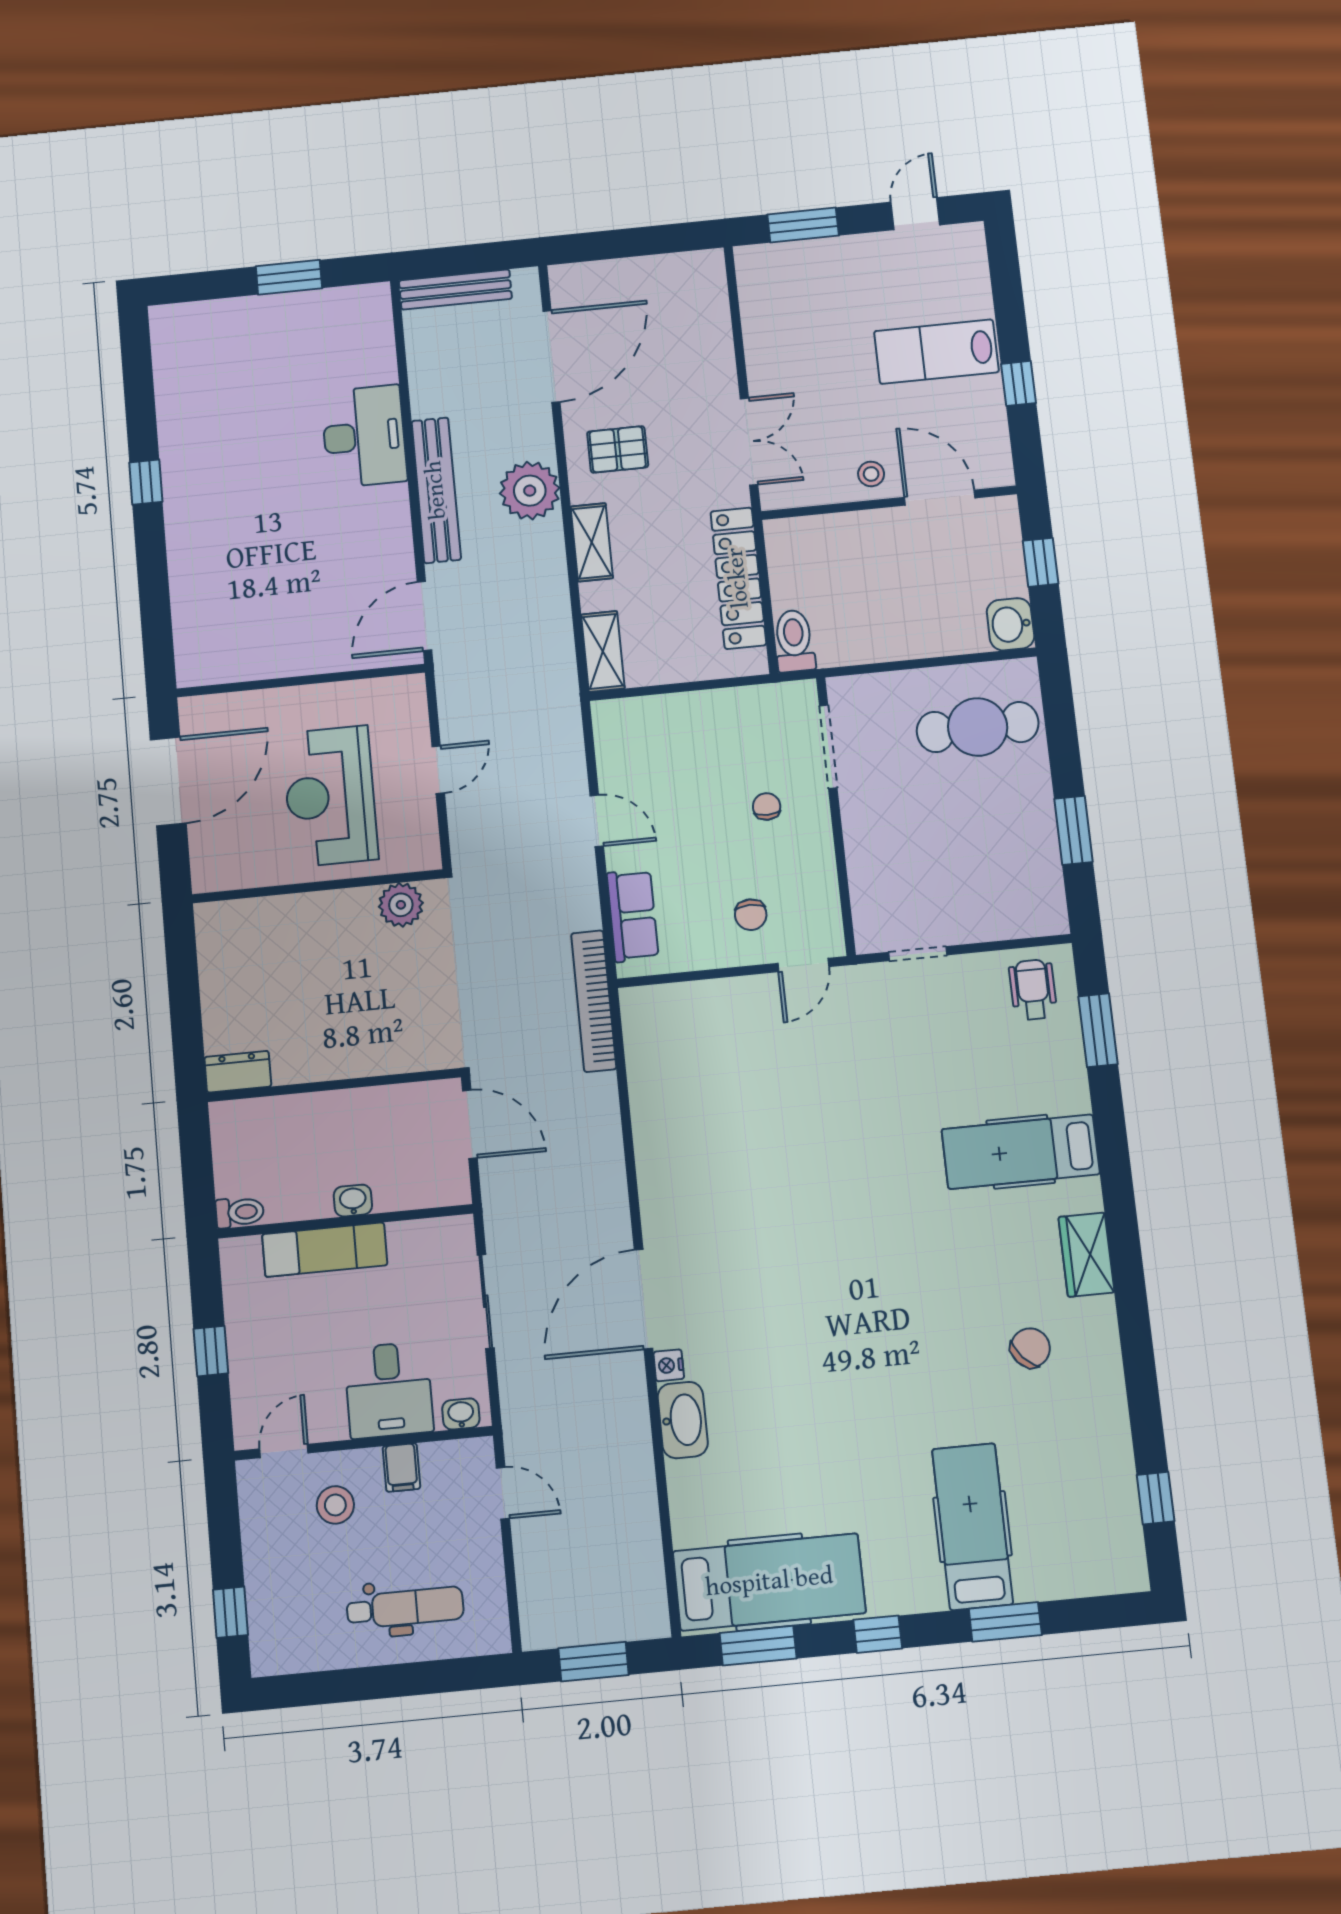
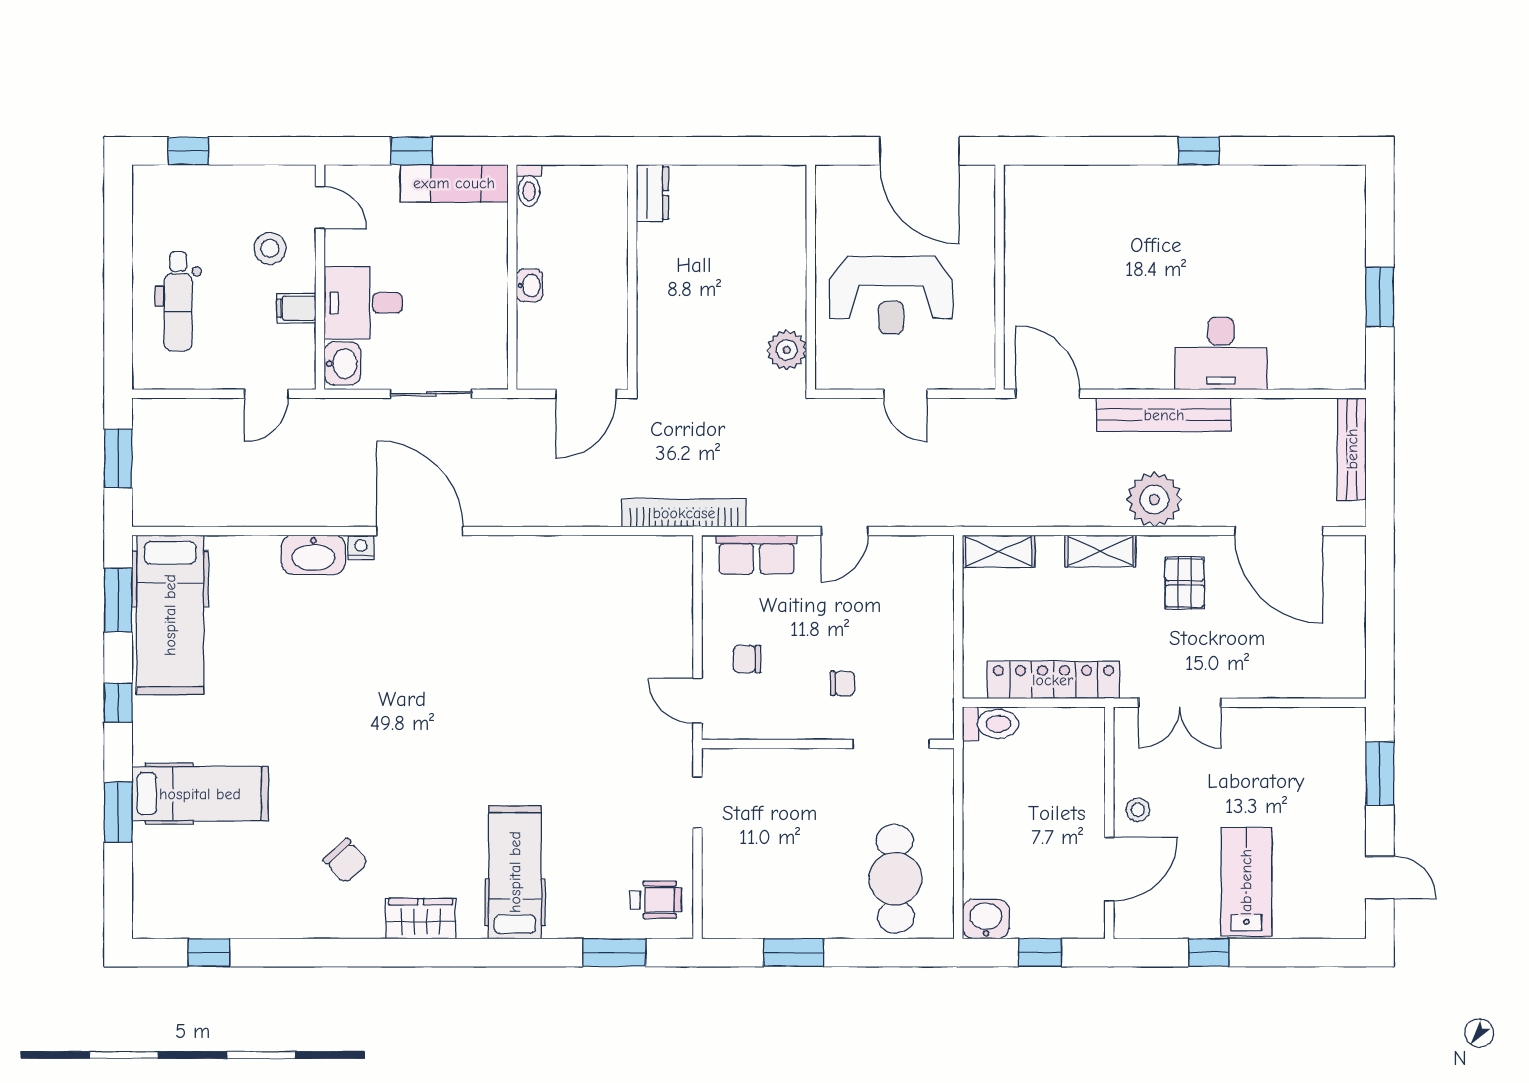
reception desk: (330, 796) -> (891, 295), turned 180
exam couch: (325, 1250) -> (454, 183), moved, turned -90
washbasin: (461, 1414) -> (342, 364), width x1.38, depth x1.45

